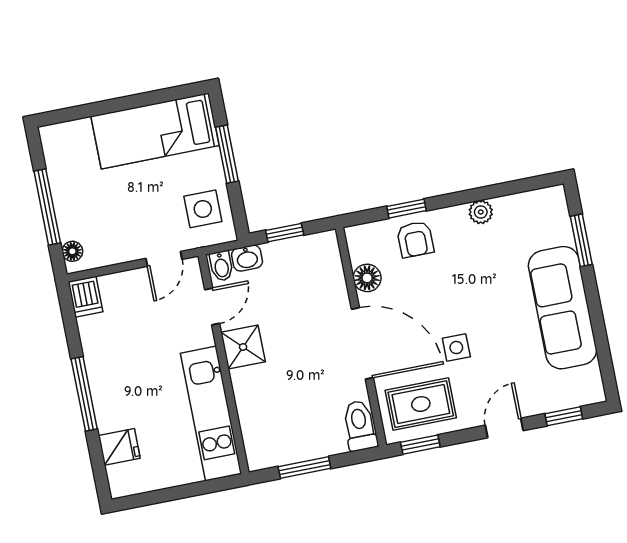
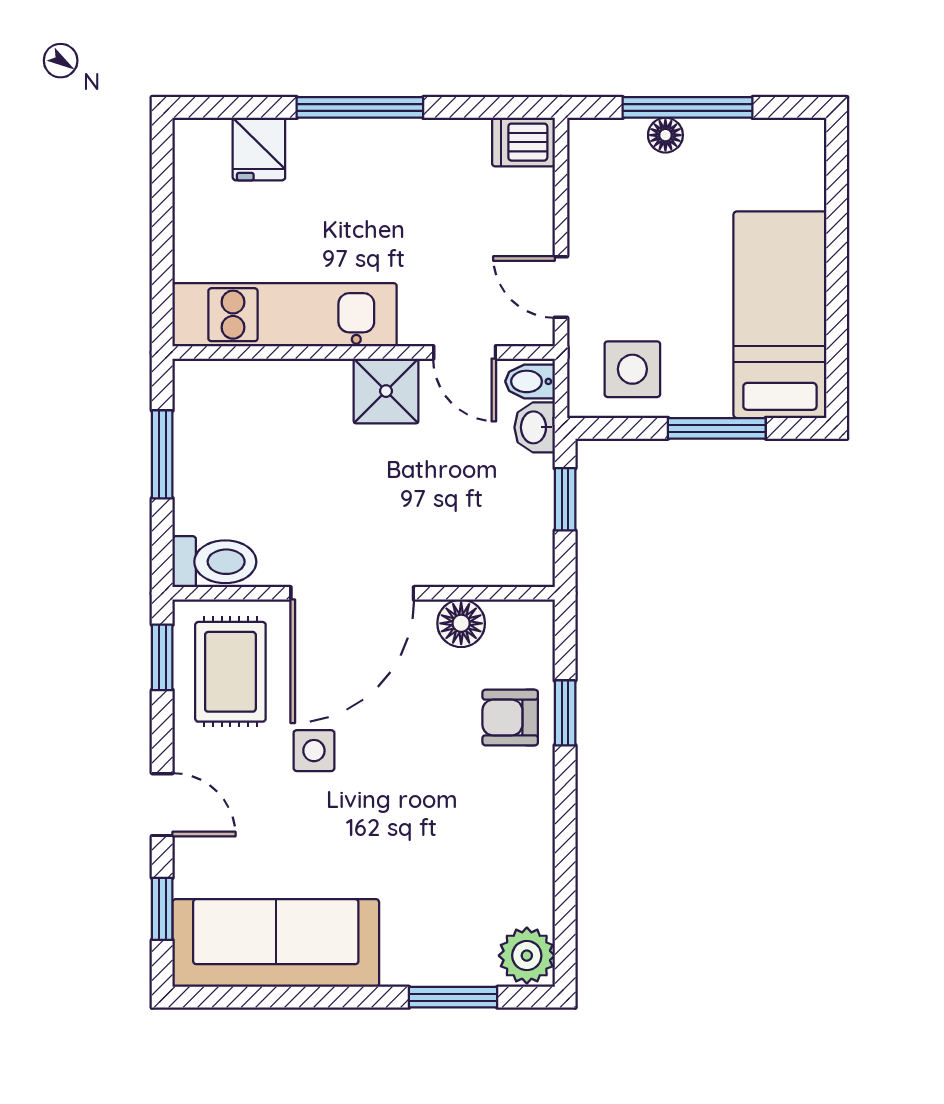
plant: (481, 212) -> (527, 956), moved, width x1.38, depth x1.38
floor lamp: (72, 251) -> (665, 135), moved
sofa: (563, 308) -> (276, 943), moved

